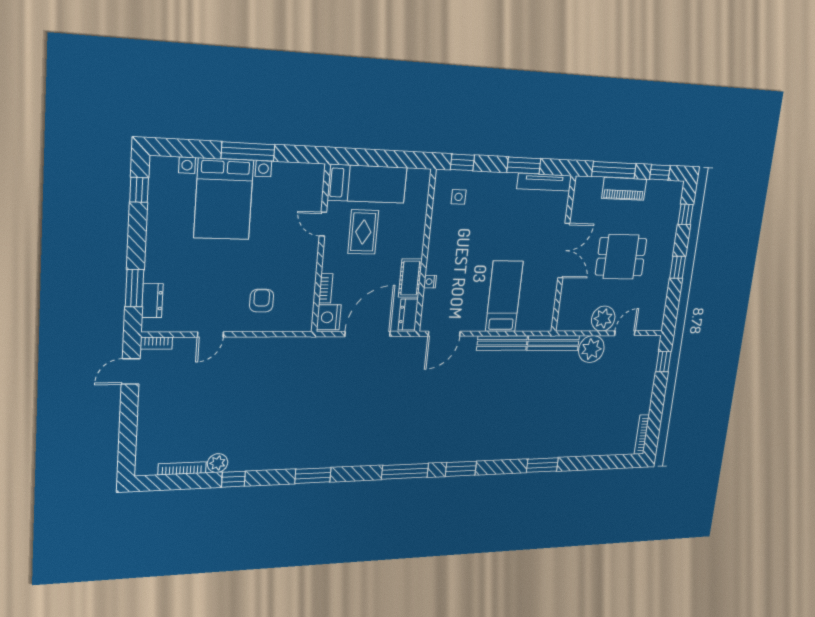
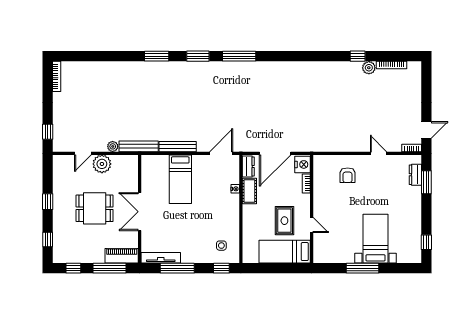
window: (524, 165) -> (177, 268), width x1.44
piano: (624, 189) -> (122, 256), moved
bed with nightstands: (224, 199) -> (376, 239), width x0.73
door: (210, 334) -> (379, 153), hinge flipped
plant: (591, 349) -> (113, 146), width x0.53, depth x0.53
window: (542, 465) -> (157, 56), moved
window: (313, 476) -> (304, 56), removed

